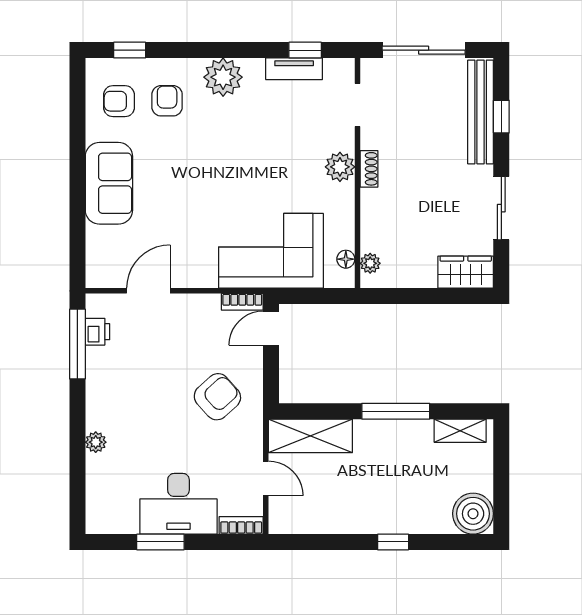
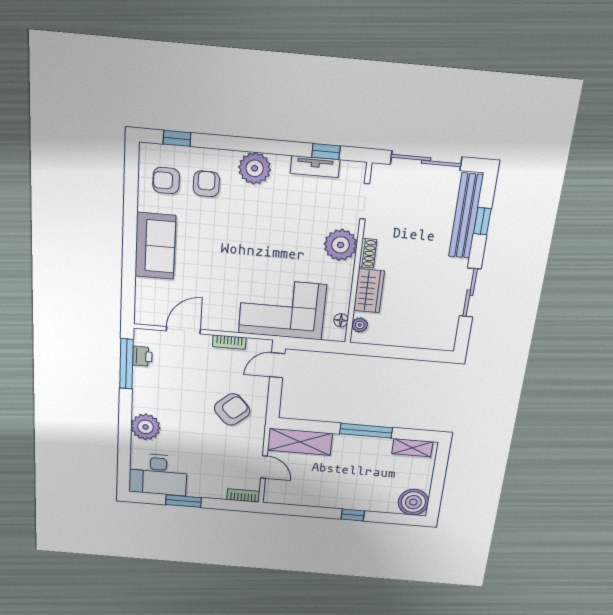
plant: (340, 167) -> (341, 245), width x1.36, depth x1.36
wardrobe: (466, 272) -> (369, 291), moved, turned 90
bookcase: (242, 302) -> (229, 342), moved
plant: (96, 442) -> (146, 427), width x1.88, depth x1.88
desk: (178, 504) -> (158, 475), moved

